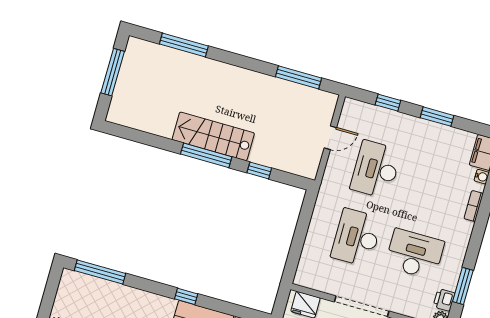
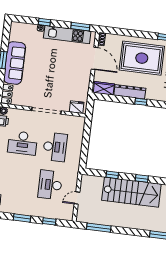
stairs: (213, 136) -> (131, 192), width x1.36, depth x1.51
window: (206, 155) -> (142, 178), width x0.46
desk: (376, 170) -> (50, 185), turned 180

